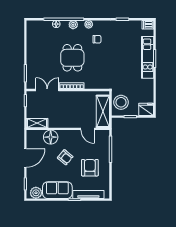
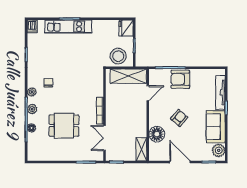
dining table: (72, 58) -> (64, 126), moved
armchair: (90, 168) -> (180, 79), moved

